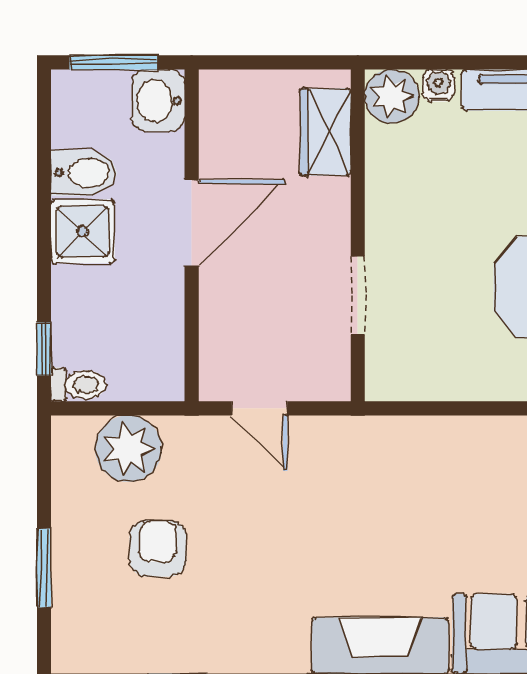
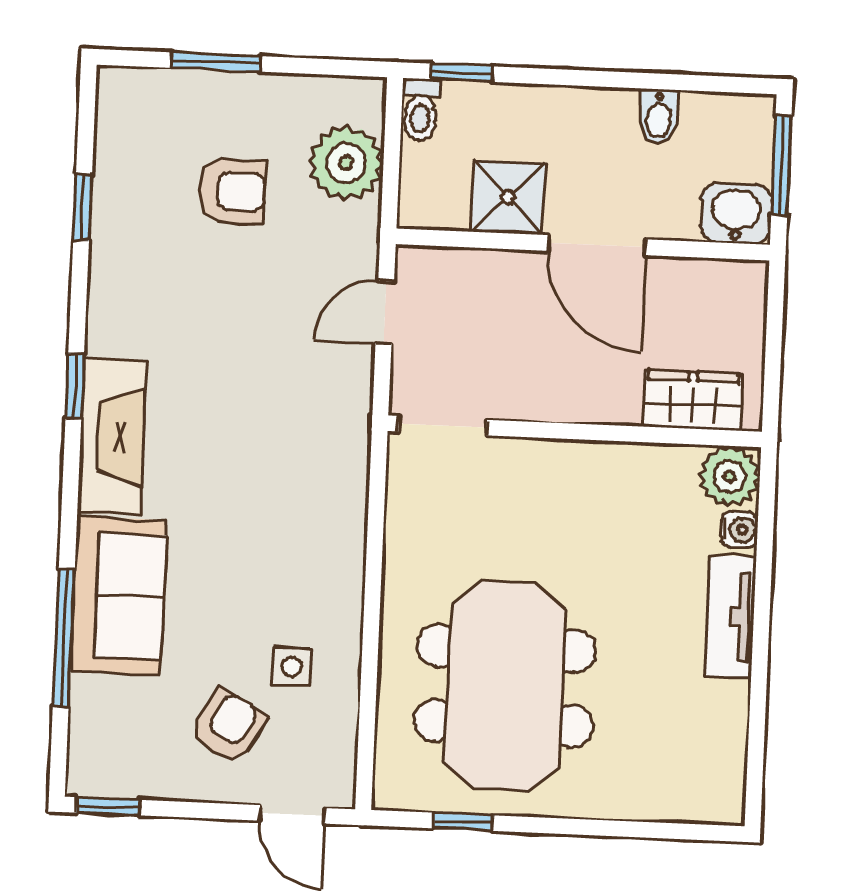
bidet: (84, 173) -> (659, 117), width x0.72, depth x0.74
shower: (83, 231) -> (508, 197), moved
doorway: (358, 296) -> (443, 426), moved

